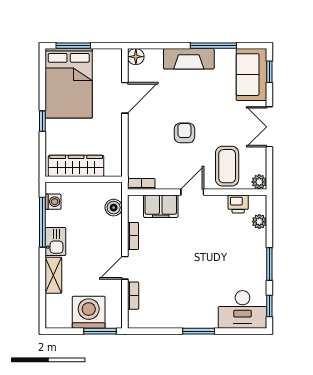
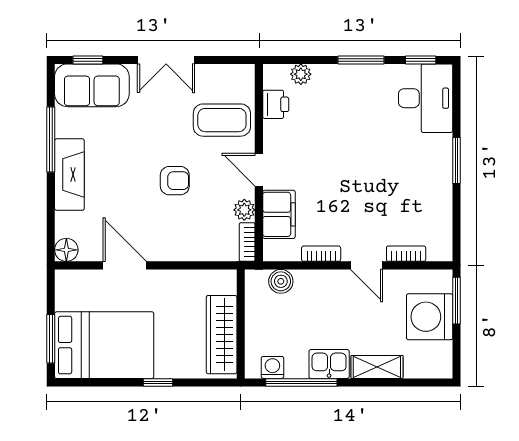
armchair: (184, 133) -> (175, 181), turned 180
plant: (259, 182) -> (244, 210), moved

